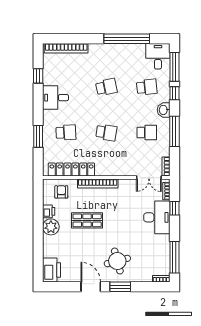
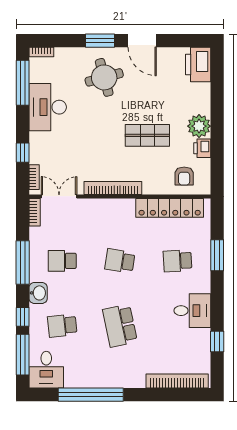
school desk: (106, 87) -> (120, 326), width x1.85
bookcase: (98, 184) -> (113, 188), moved
desk: (157, 217) -> (48, 107), moved

